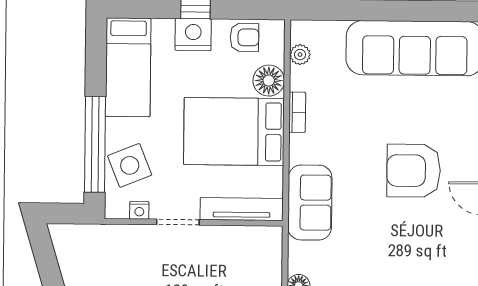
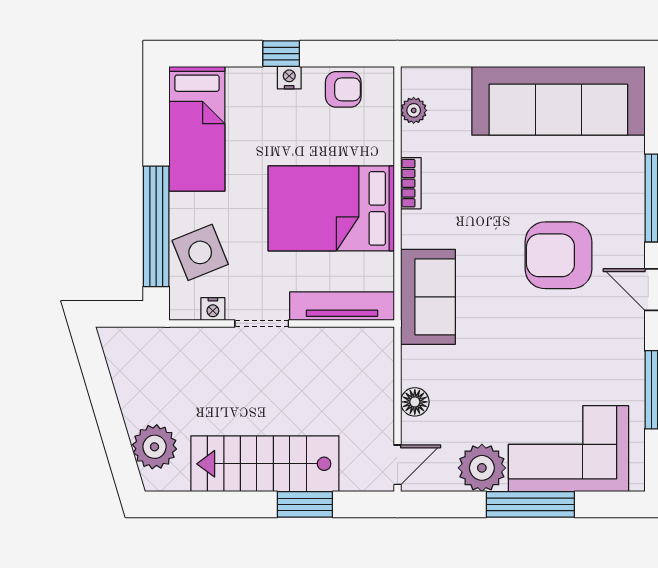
nightstand: (193, 35) -> (289, 78), width x0.53, depth x0.56
floor lamp: (269, 81) -> (374, 144), removed

